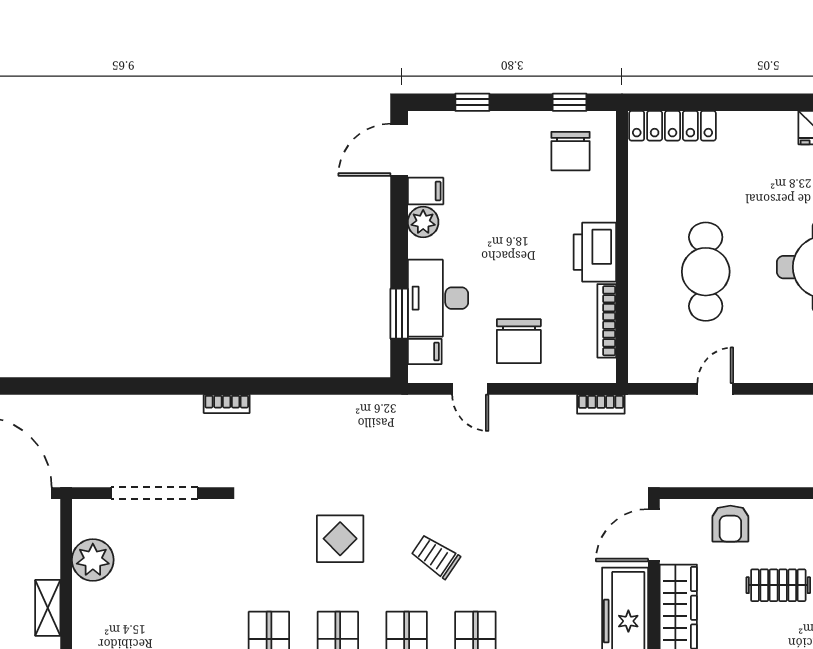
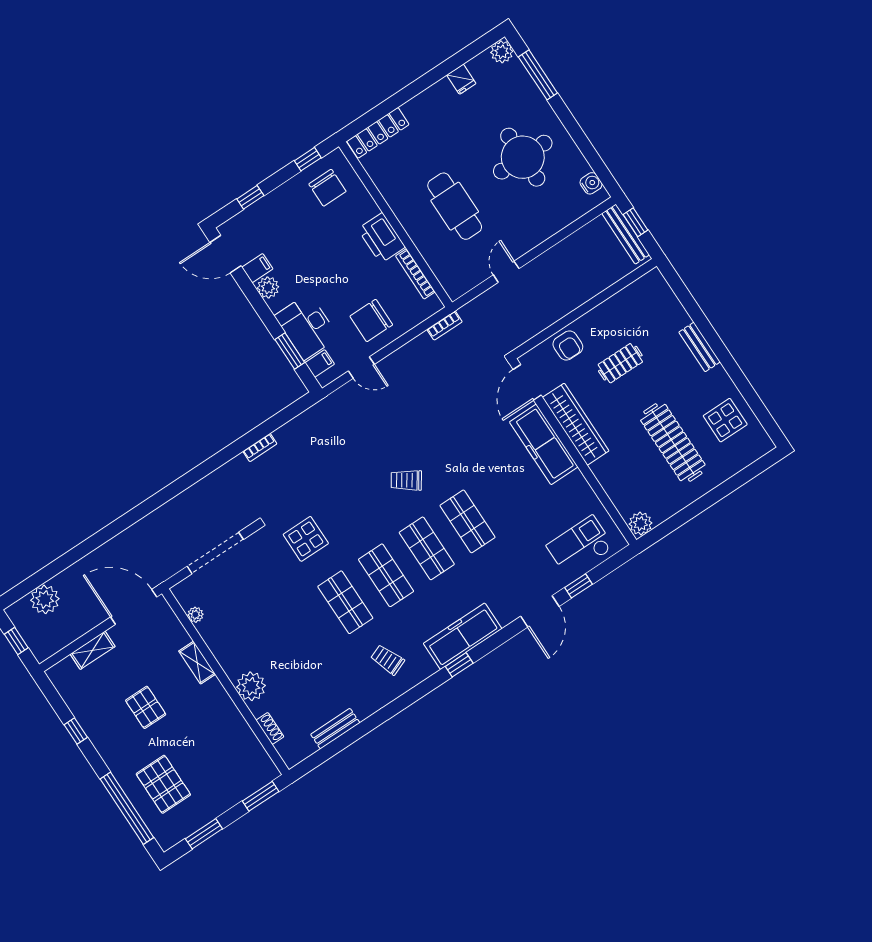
door: (399, 150) -> (226, 254), hinge flipped
chair: (519, 341) -> (371, 320), turned 90
bookcase: (227, 404) -> (260, 448), moved
display table: (340, 539) -> (306, 539), moved
plant: (93, 560) -> (195, 615), width x0.53, depth x0.53

